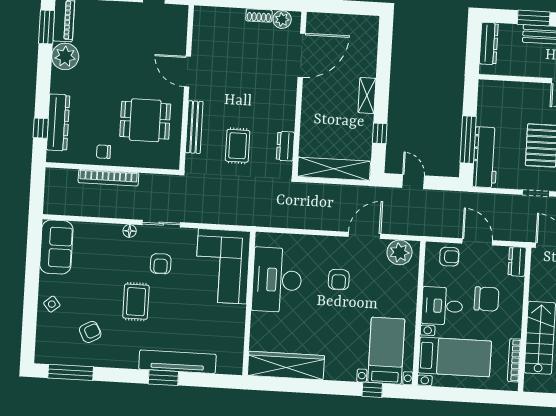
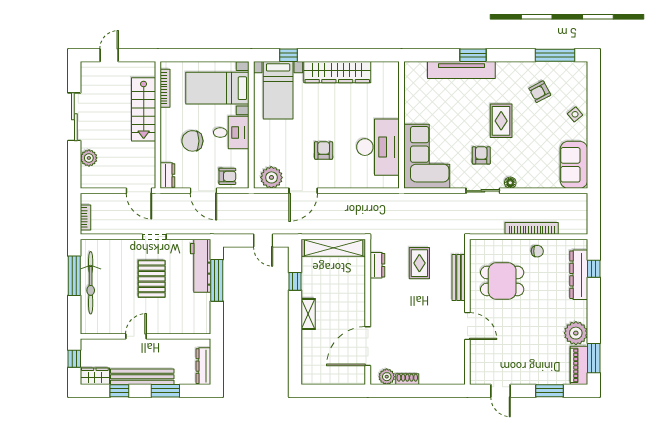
armchair: (449, 257) -> (227, 176), turned 180
wardrobe: (286, 366) -> (337, 72), moved

